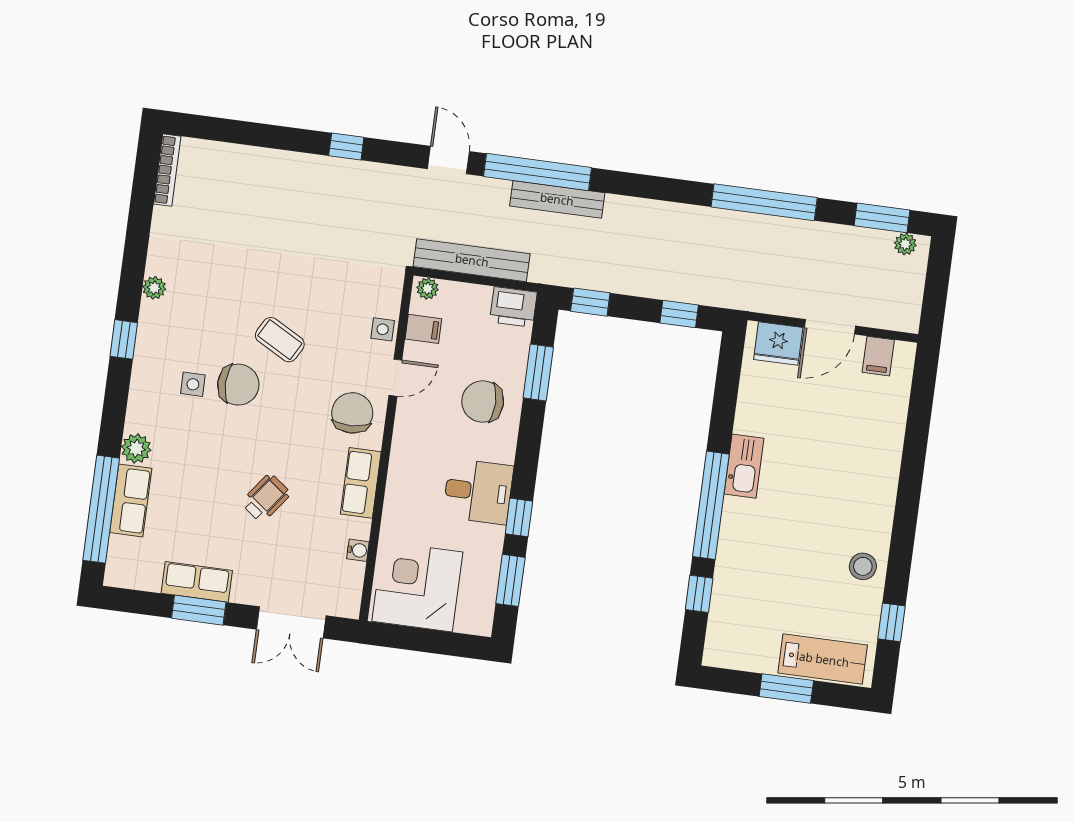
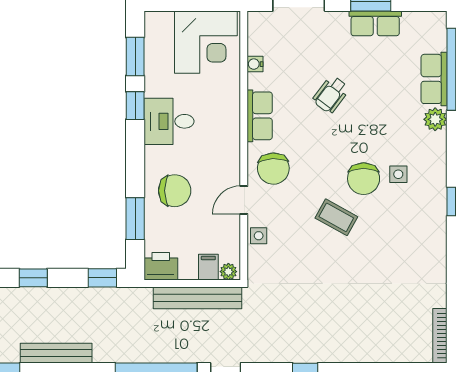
bench: (557, 199) -> (56, 353), moved
plant: (154, 288) -> (438, 244), removed
filing cabinet: (423, 329) -> (208, 267), moved, turned 90
chair: (238, 385) -> (364, 179), turned -90

